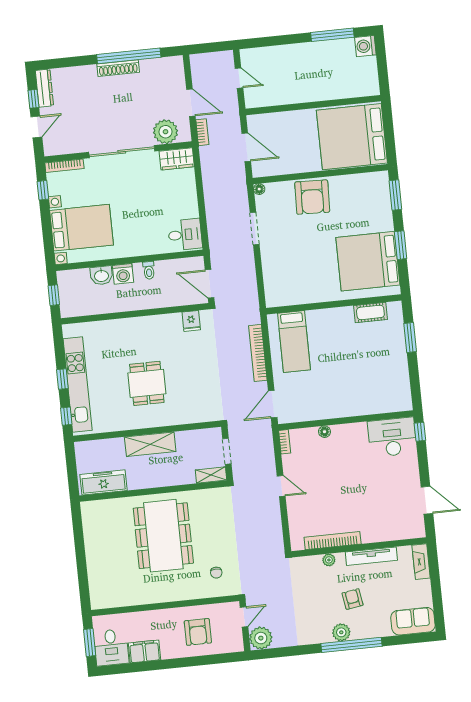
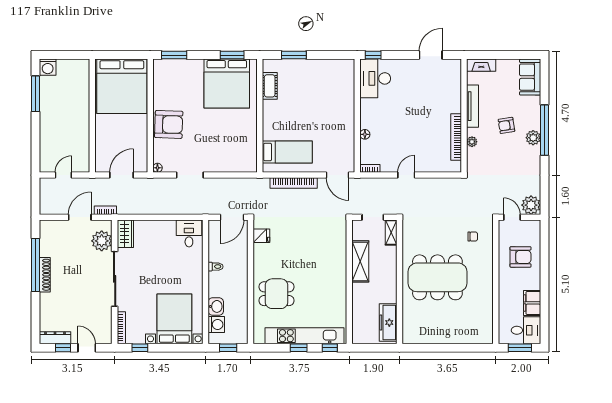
window: (401, 245) -> (232, 55), moved
washing machine: (123, 274) -> (216, 325), moved
dining table: (147, 383) -> (277, 294), moved
shelving: (150, 444) -> (360, 261), moved

